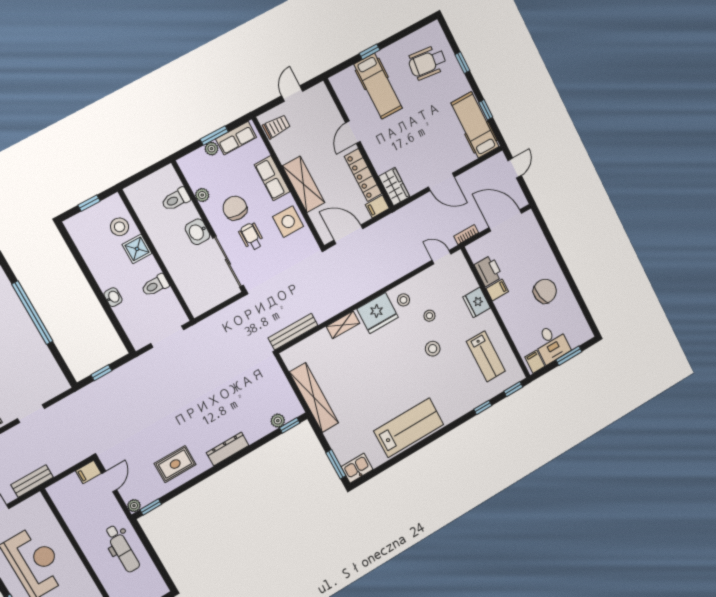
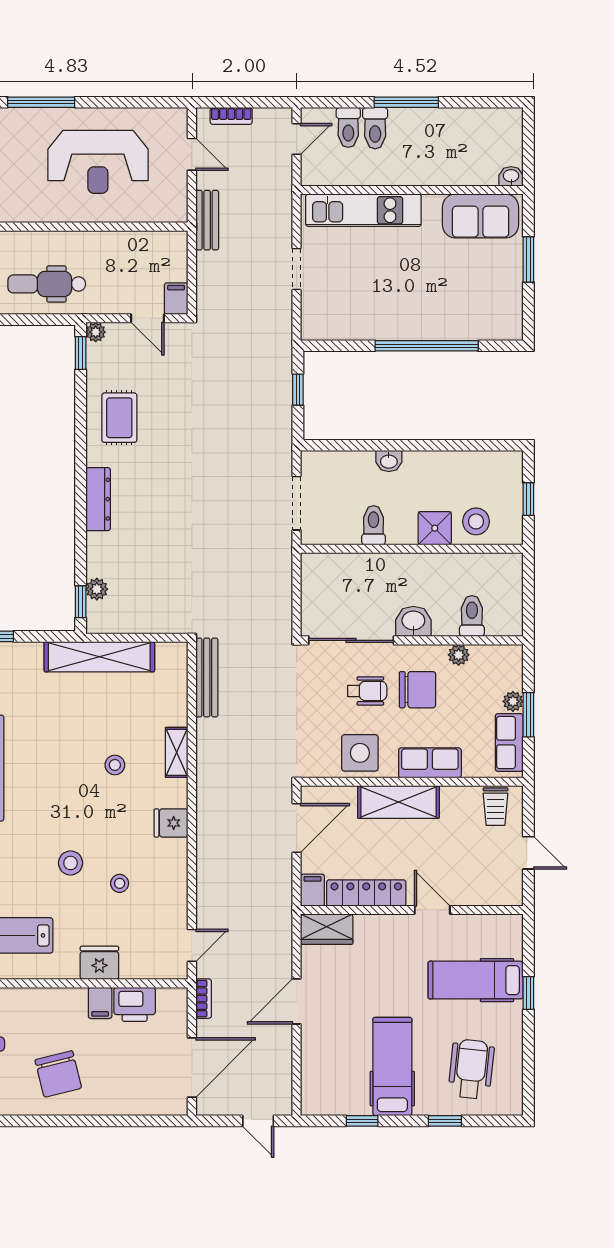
hospital bed: (475, 125) -> (392, 1067), moved, turned -90
stool: (403, 300) -> (115, 765), moved
fridge: (378, 313) -> (171, 823), width x0.53, depth x0.75

